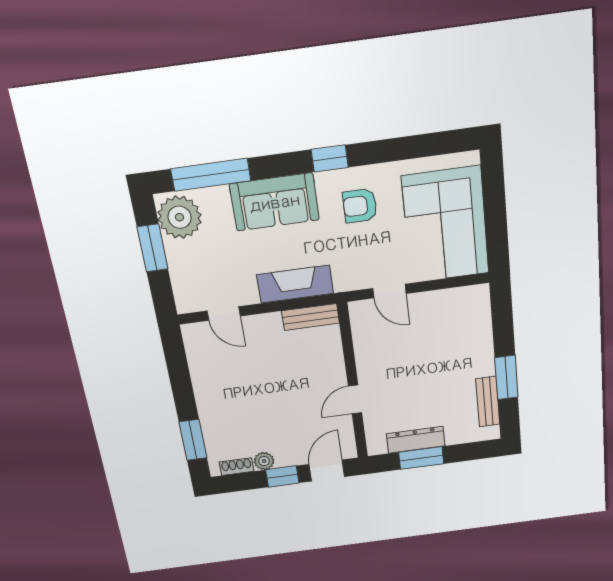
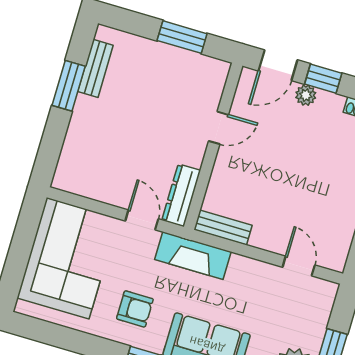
fireplace: (295, 284) -> (193, 256), moved
dresser: (416, 440) -> (181, 195), moved, turned 90
plant: (264, 461) -> (306, 95), moved

